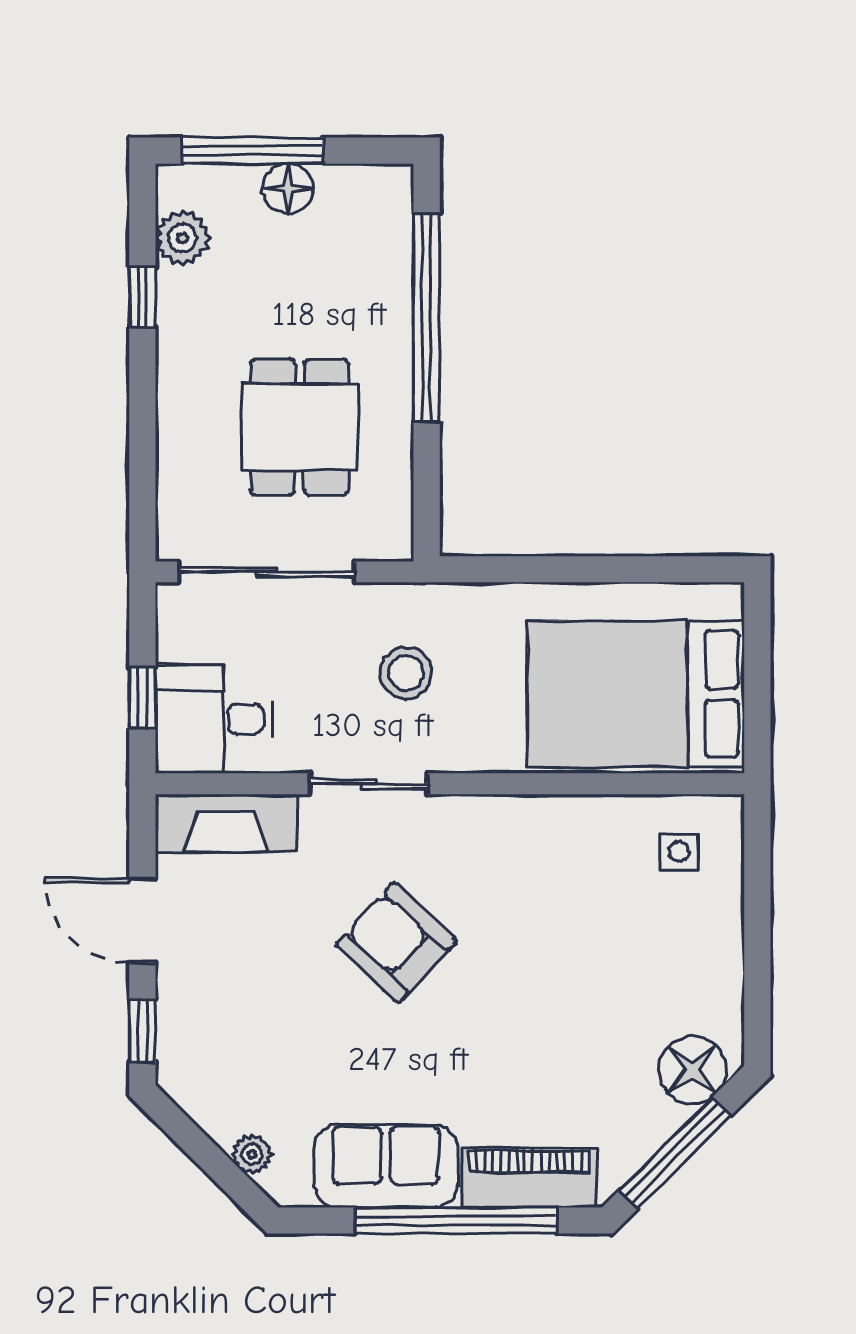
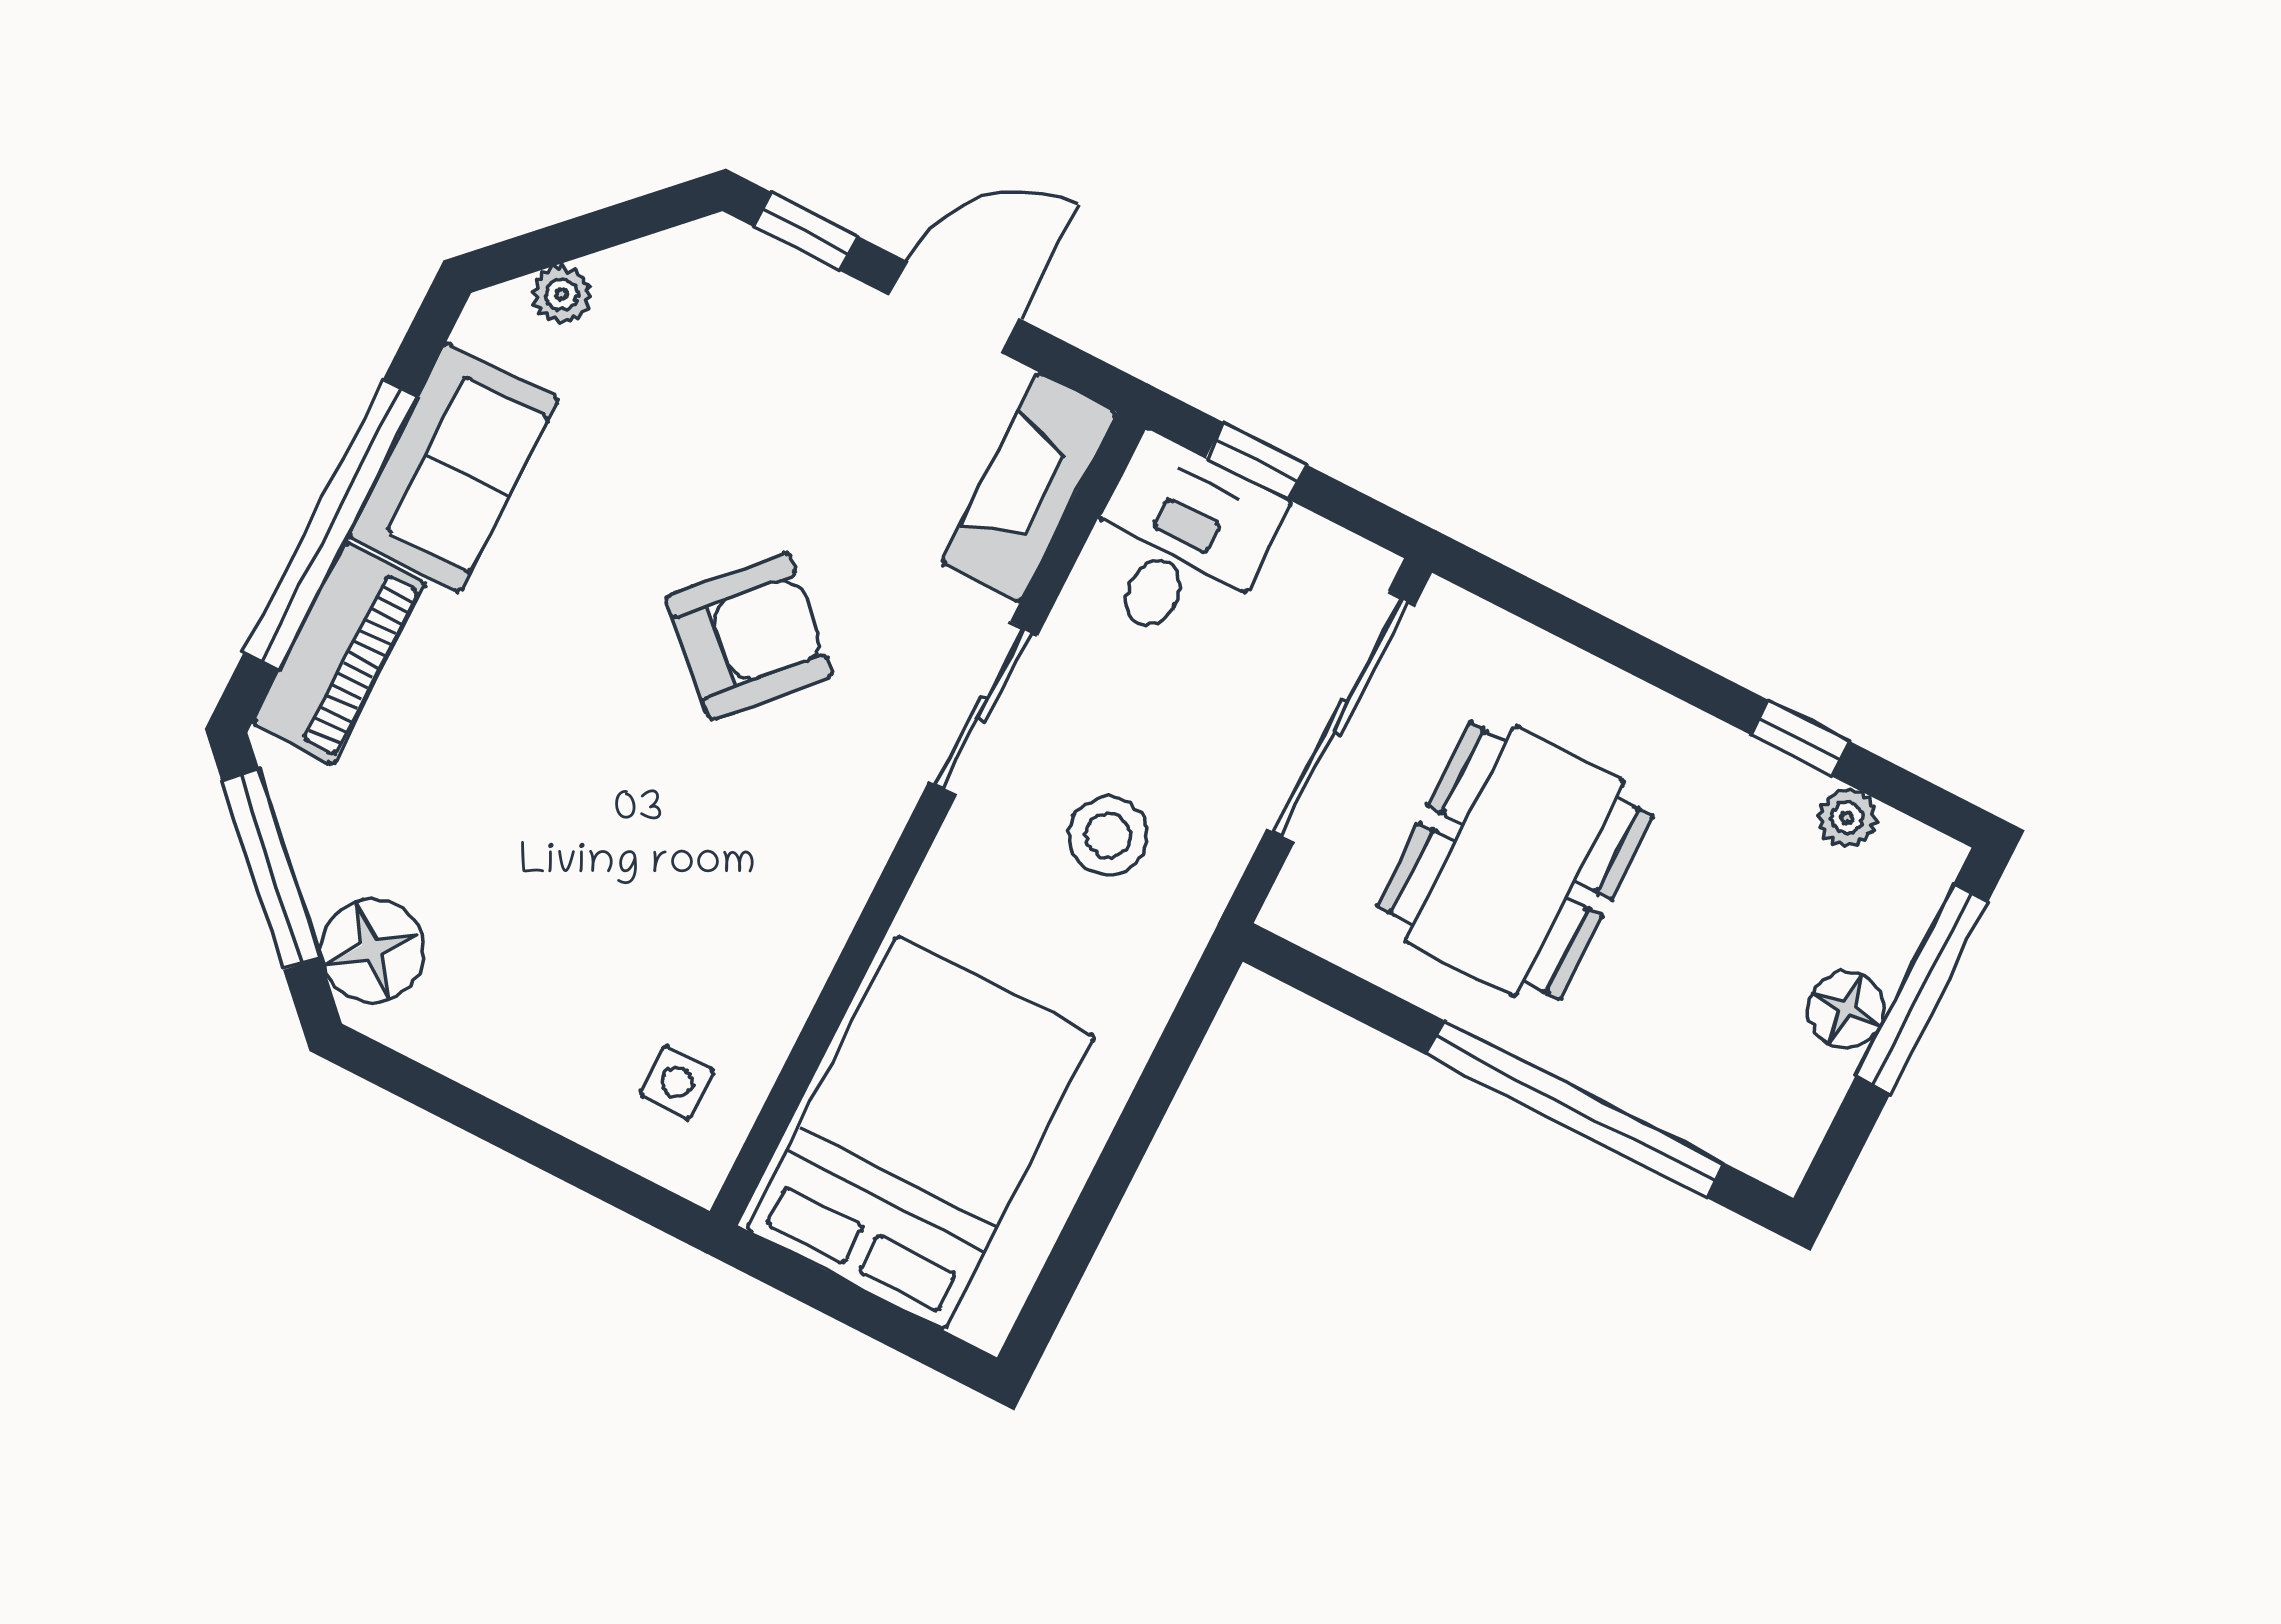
plant: (182, 238) -> (1847, 818), width x0.73, depth x0.73
dining table: (299, 427) -> (1515, 861), width x1.37

